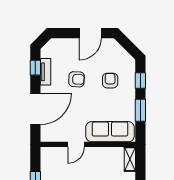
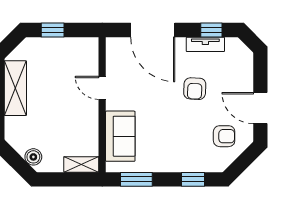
armchair: (110, 81) -> (224, 136), moved
window: (140, 110) -> (136, 179), moved
sofa: (110, 132) -> (120, 136), width x0.73

